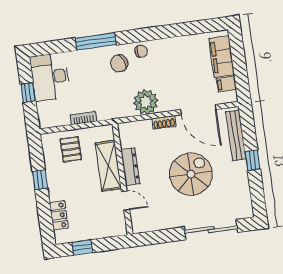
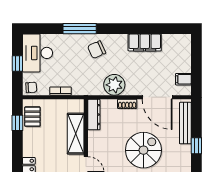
chair: (141, 51) -> (31, 87), moved
filing cabinet: (222, 57) -> (145, 42), moved, turned -90
pallet: (71, 149) -> (32, 117), moved
dresser: (130, 167) -> (94, 115), moved
window: (40, 180) -> (17, 123), moved

